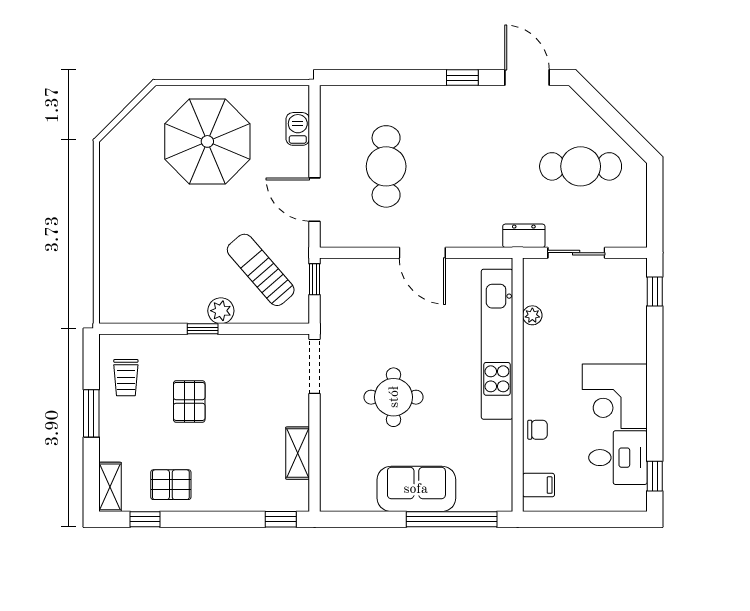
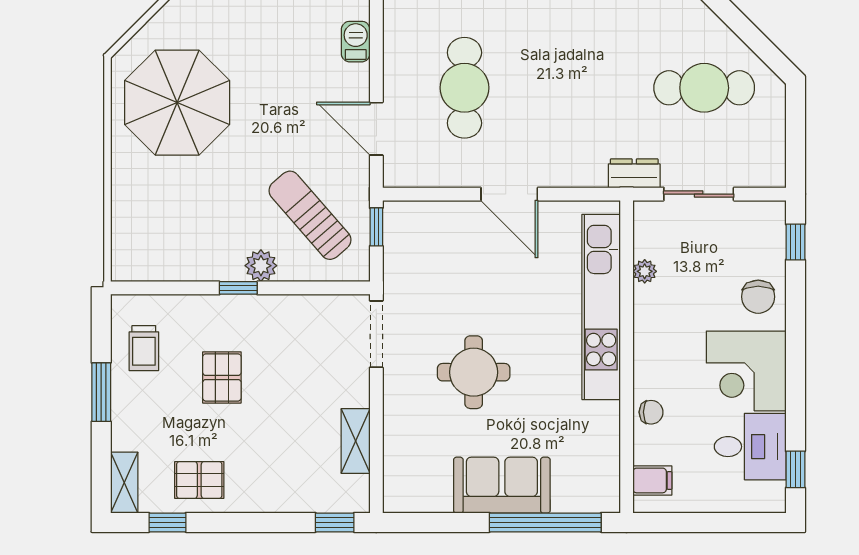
parasol: (207, 141) -> (177, 103), moved
chair: (624, 336) -> (758, 297), added

